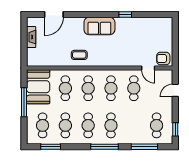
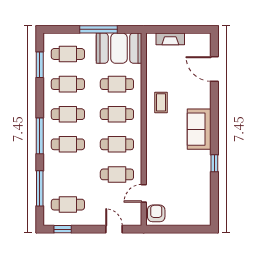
fireplace: (31, 37) -> (170, 39), moved

